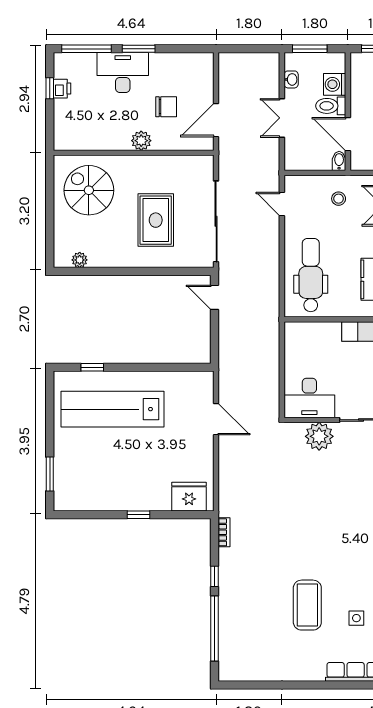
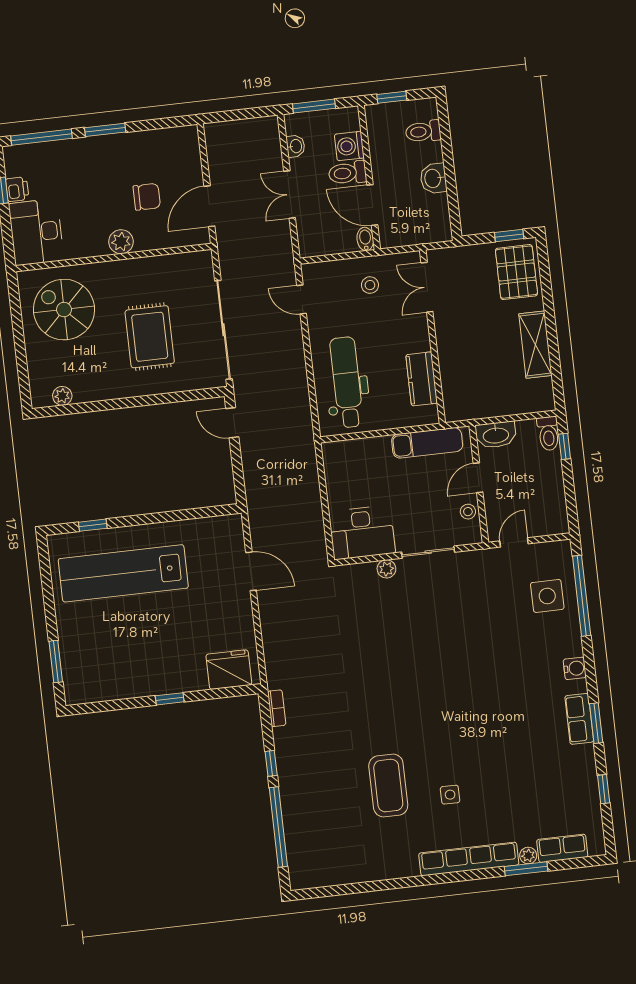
desk: (123, 72) -> (36, 232), moved, turned -90
plant: (319, 436) -> (386, 569), width x0.53, depth x0.53

